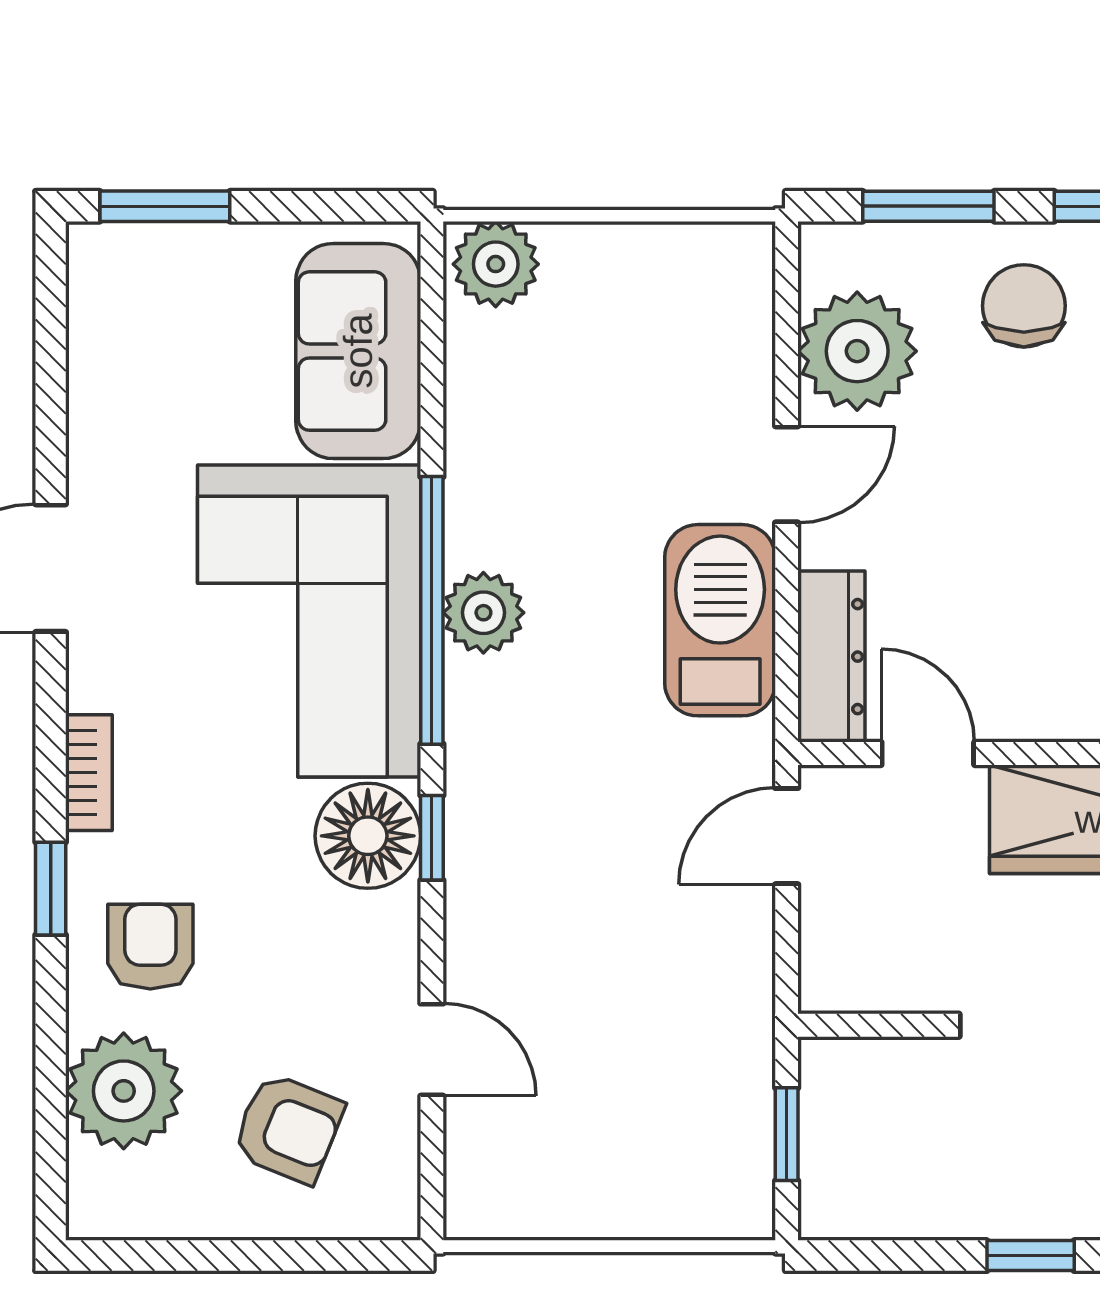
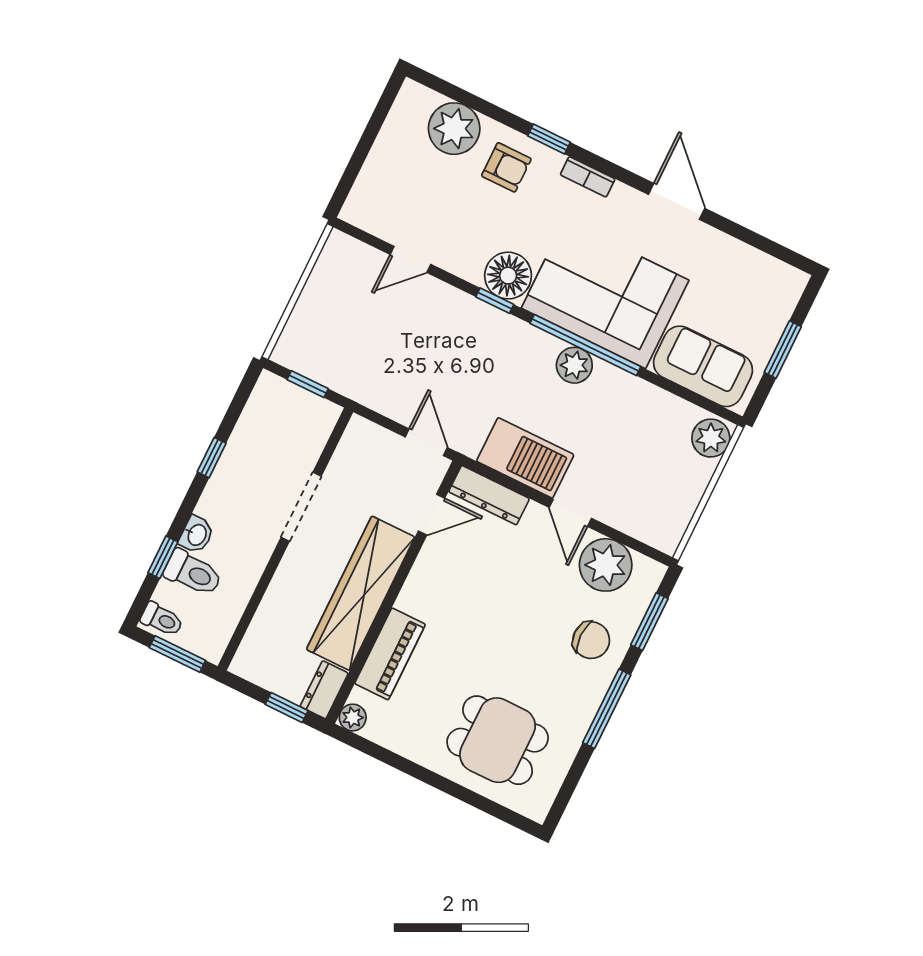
window: (165, 206) -> (783, 350), moved
armchair: (288, 1128) -> (407, 187), removed

